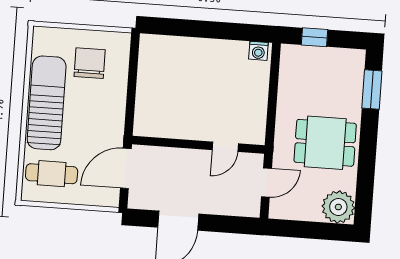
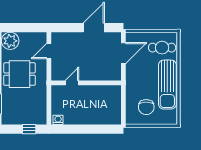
wall: (198, 145) -> (86, 83), moved
door: (225, 147) -> (72, 83), moved

